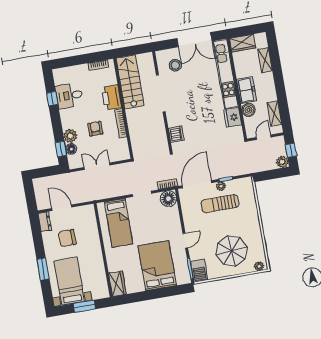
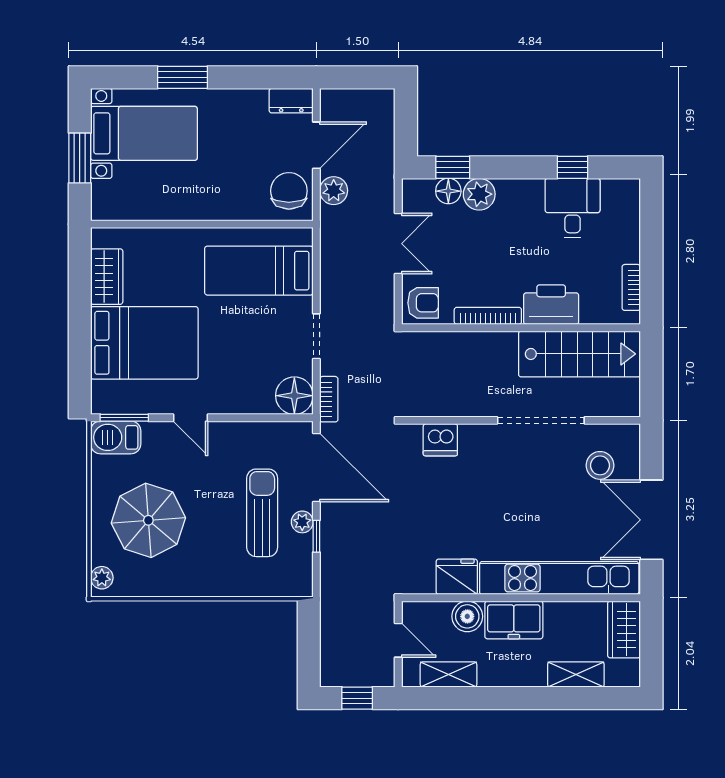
armchair: (95, 129) -> (423, 303), moved
plant: (282, 162) -> (334, 191), moved
chair: (67, 238) -> (289, 191), moved
wardrobe: (117, 284) -> (107, 277), moved, turned -90

